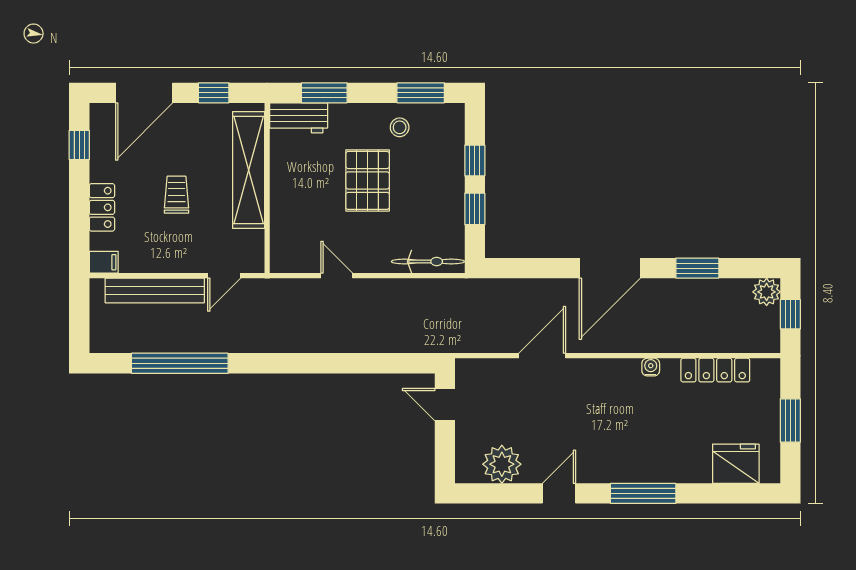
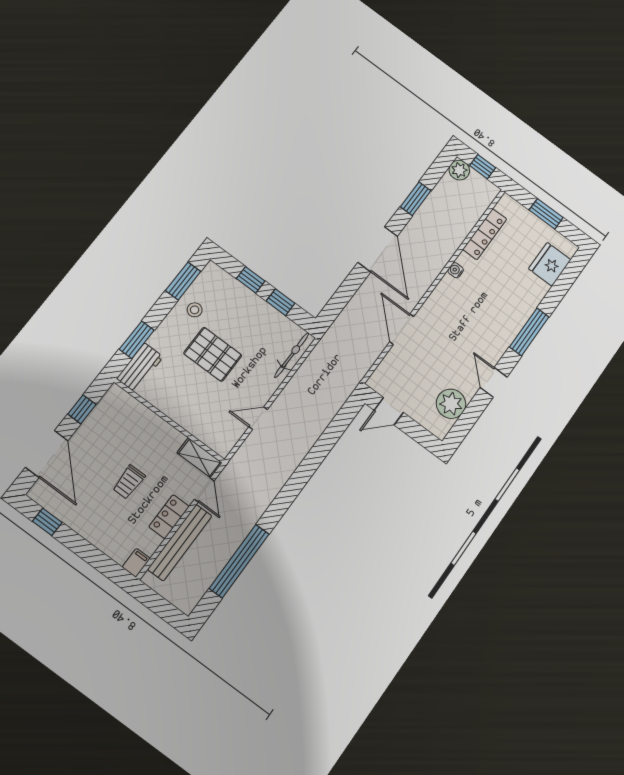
shelving: (249, 170) -> (200, 458), moved, width x0.45, depth x0.75
trolley: (177, 195) -> (129, 482), turned -90
locker: (102, 207) -> (169, 517), moved, turned -90

